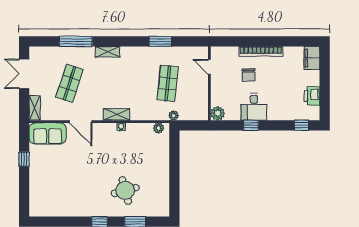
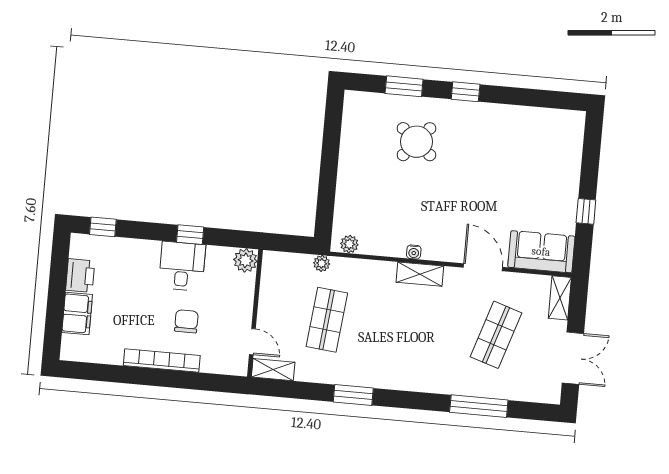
window: (161, 41) -> (353, 395), moved
shelving: (108, 52) -> (273, 370), moved
filing cabinet: (312, 58) -> (77, 313), moved
round table: (125, 190) -> (417, 142), turned -35

